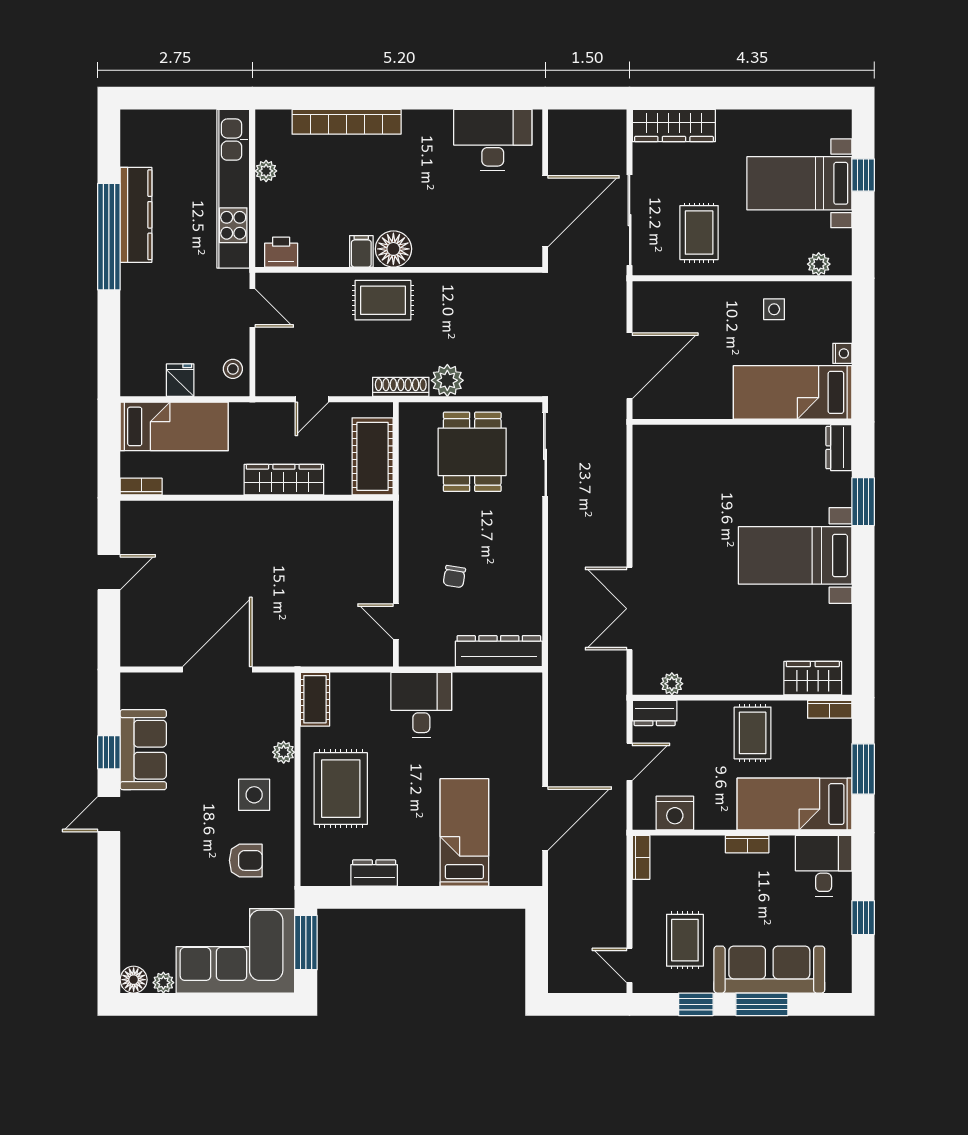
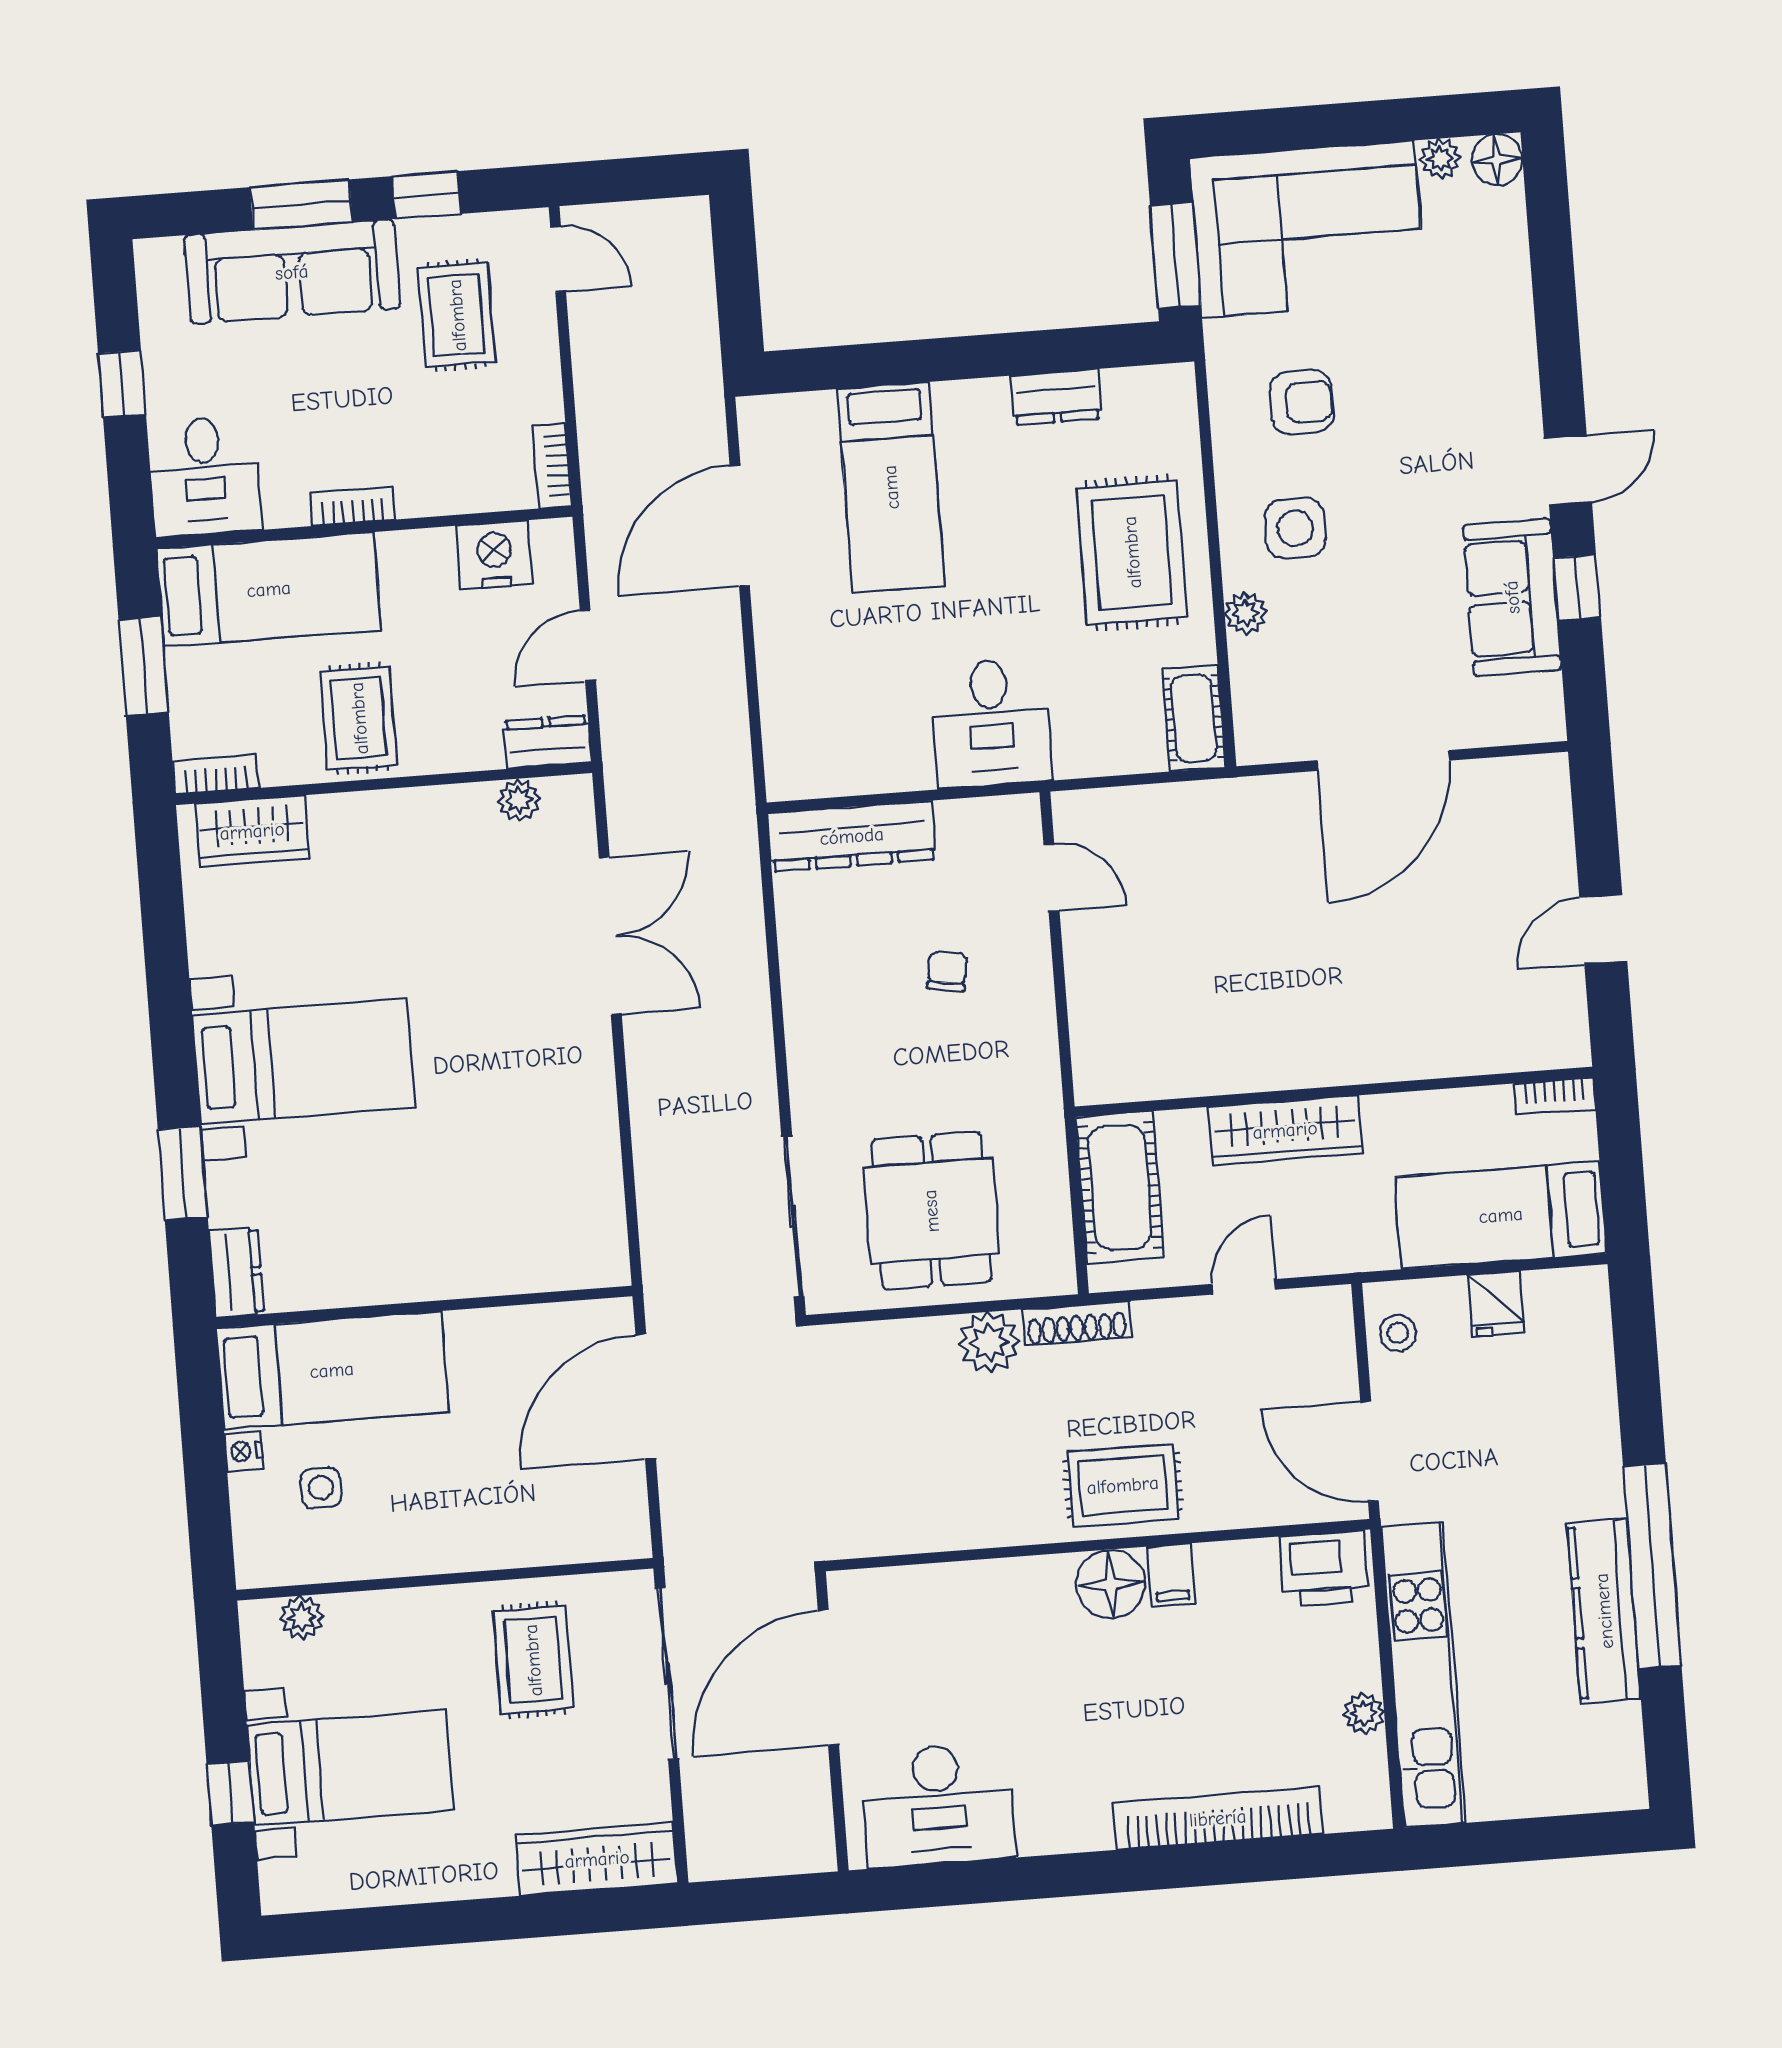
printer: (281, 252) -> (1324, 1568), width x1.36, depth x1.24
door: (252, 308) -> (1370, 1451), width x1.37
side table: (774, 309) -> (321, 1488), moved
armchair: (246, 860) -> (1301, 402), turned 180

